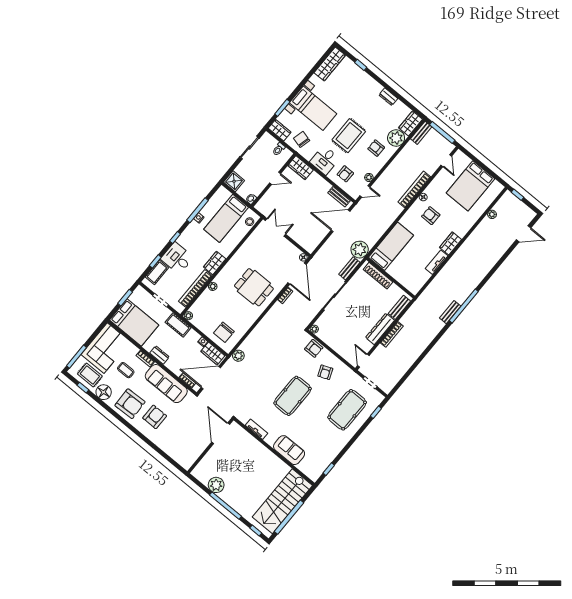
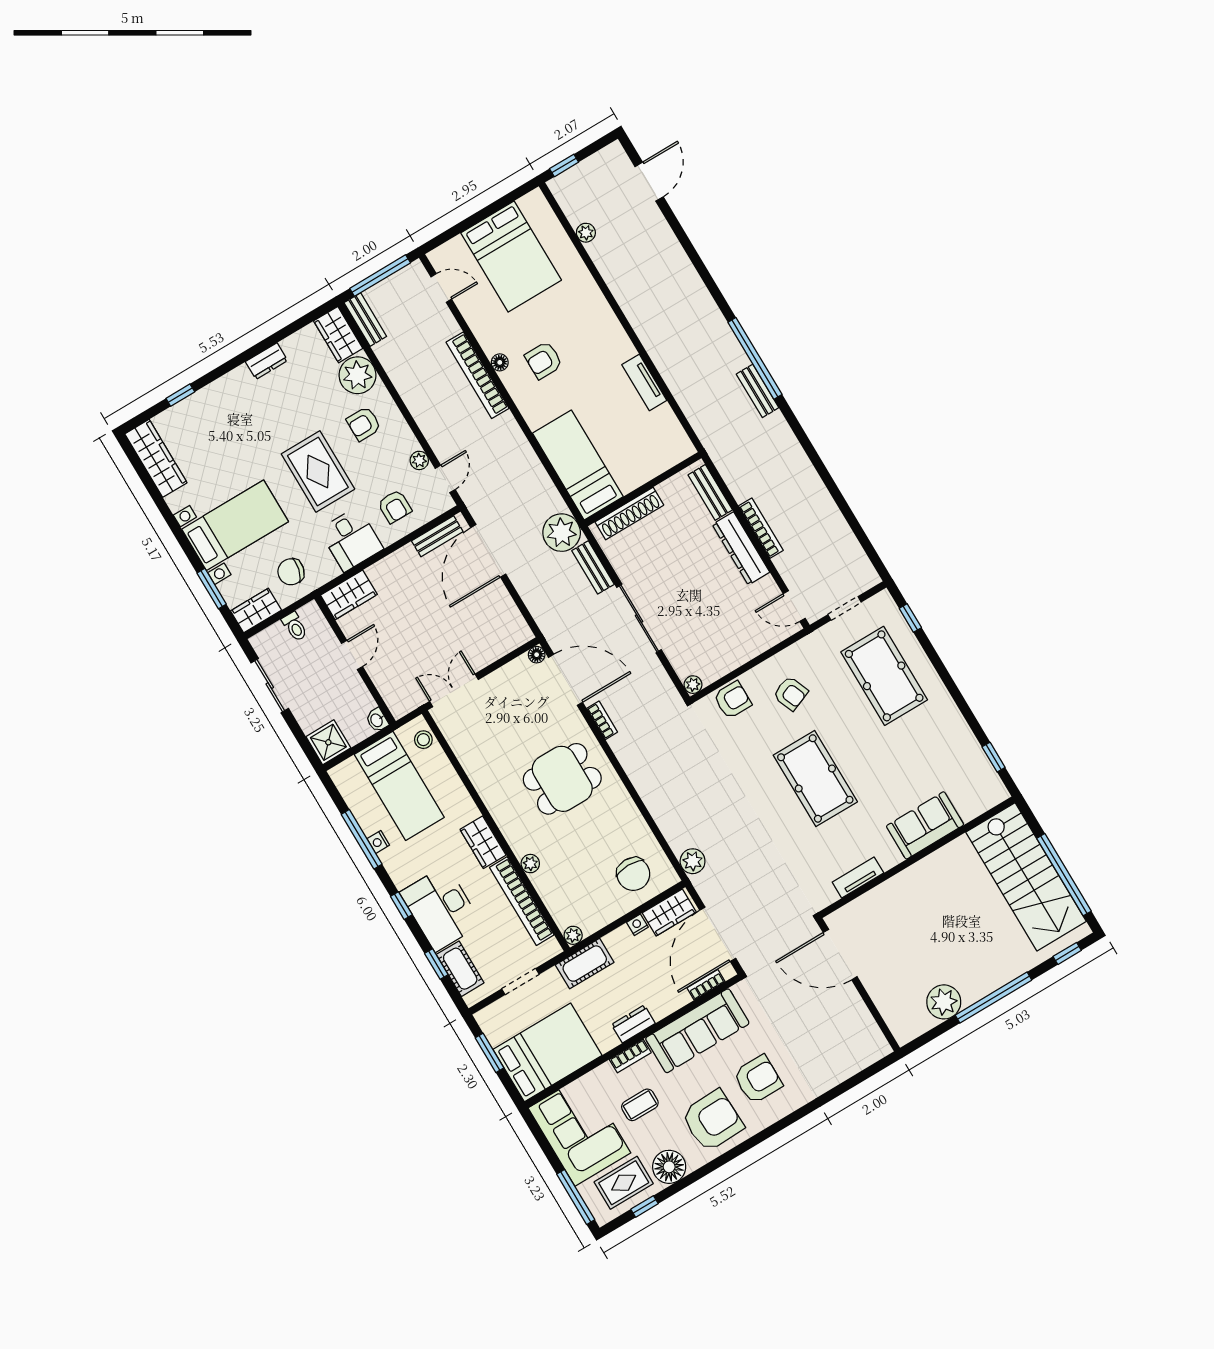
wardrobe: (451, 243) -> (616, 340), removed
desk: (177, 258) -> (441, 908), width x1.37
armchair: (155, 417) -> (758, 1079), turned 90

